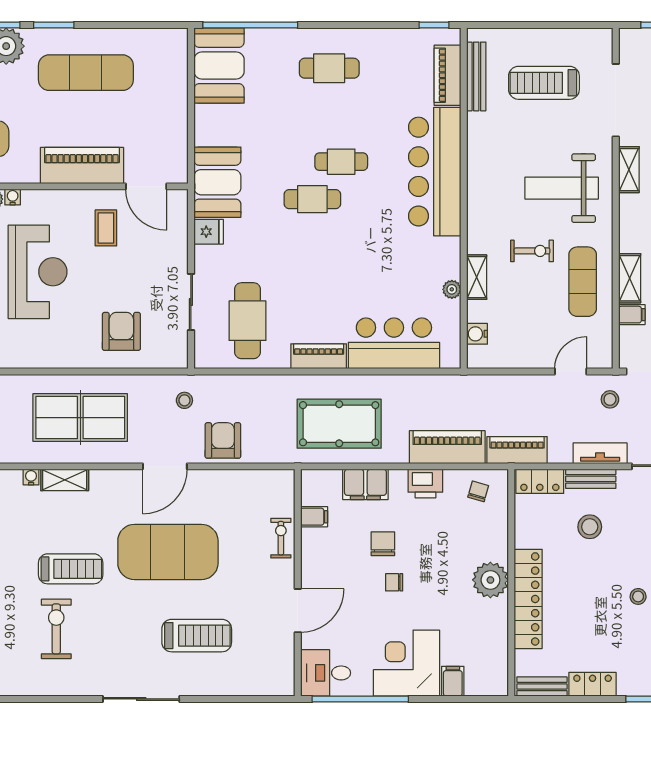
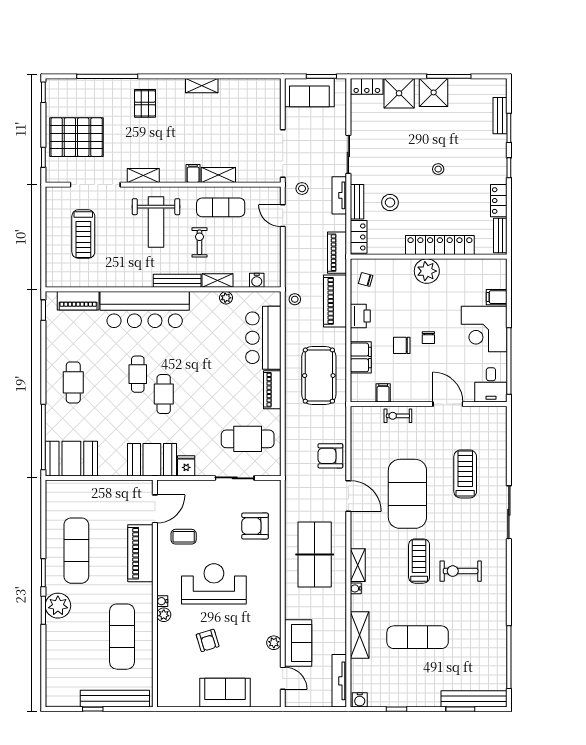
bench: (476, 76) -> (177, 281), moved
filing cabinet: (632, 315) -> (193, 173), moved
stool: (184, 400) -> (295, 299), moved

